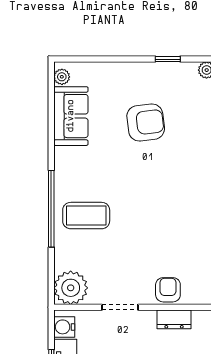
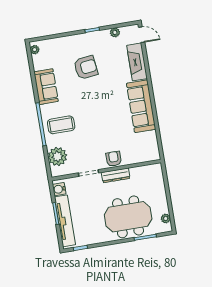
sofa: (71, 116) -> (46, 87), moved
plant: (71, 288) -> (57, 157), moved
dresser: (174, 319) -> (116, 175), width x1.44

